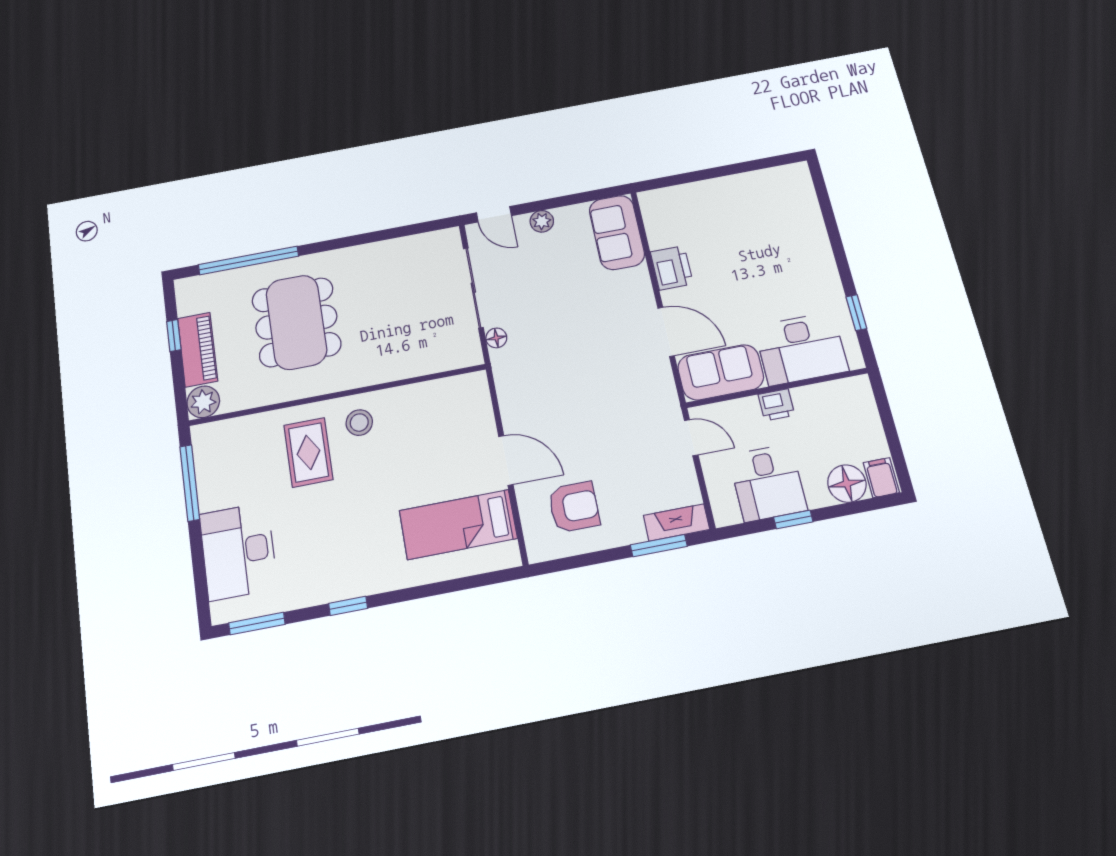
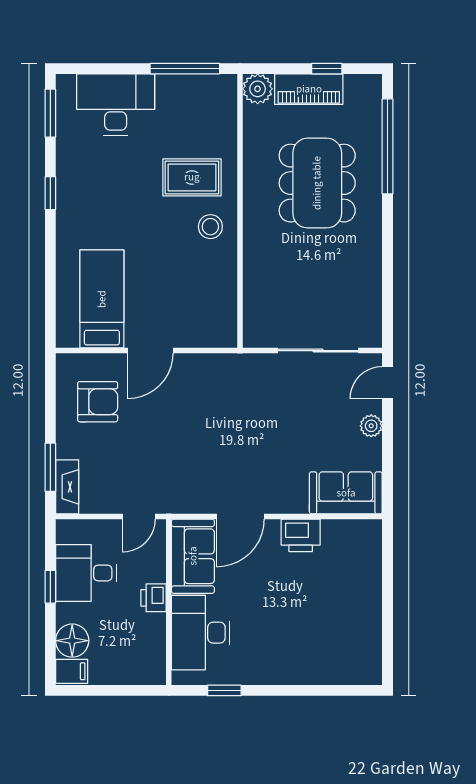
dining table: (296, 322) -> (317, 183), turned 90
floor lamp: (496, 338) -> (265, 363), removed
armchair: (574, 507) -> (98, 402), turned -90

